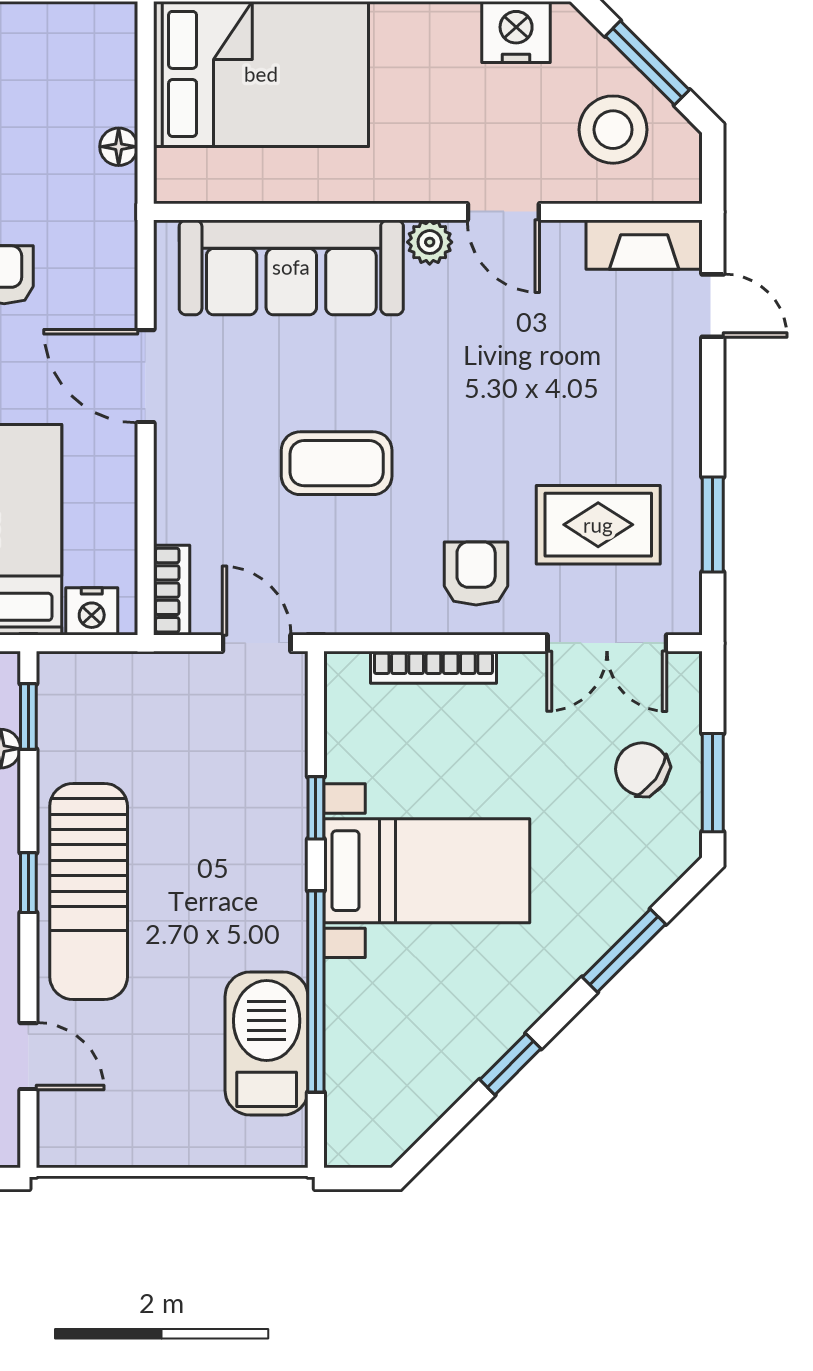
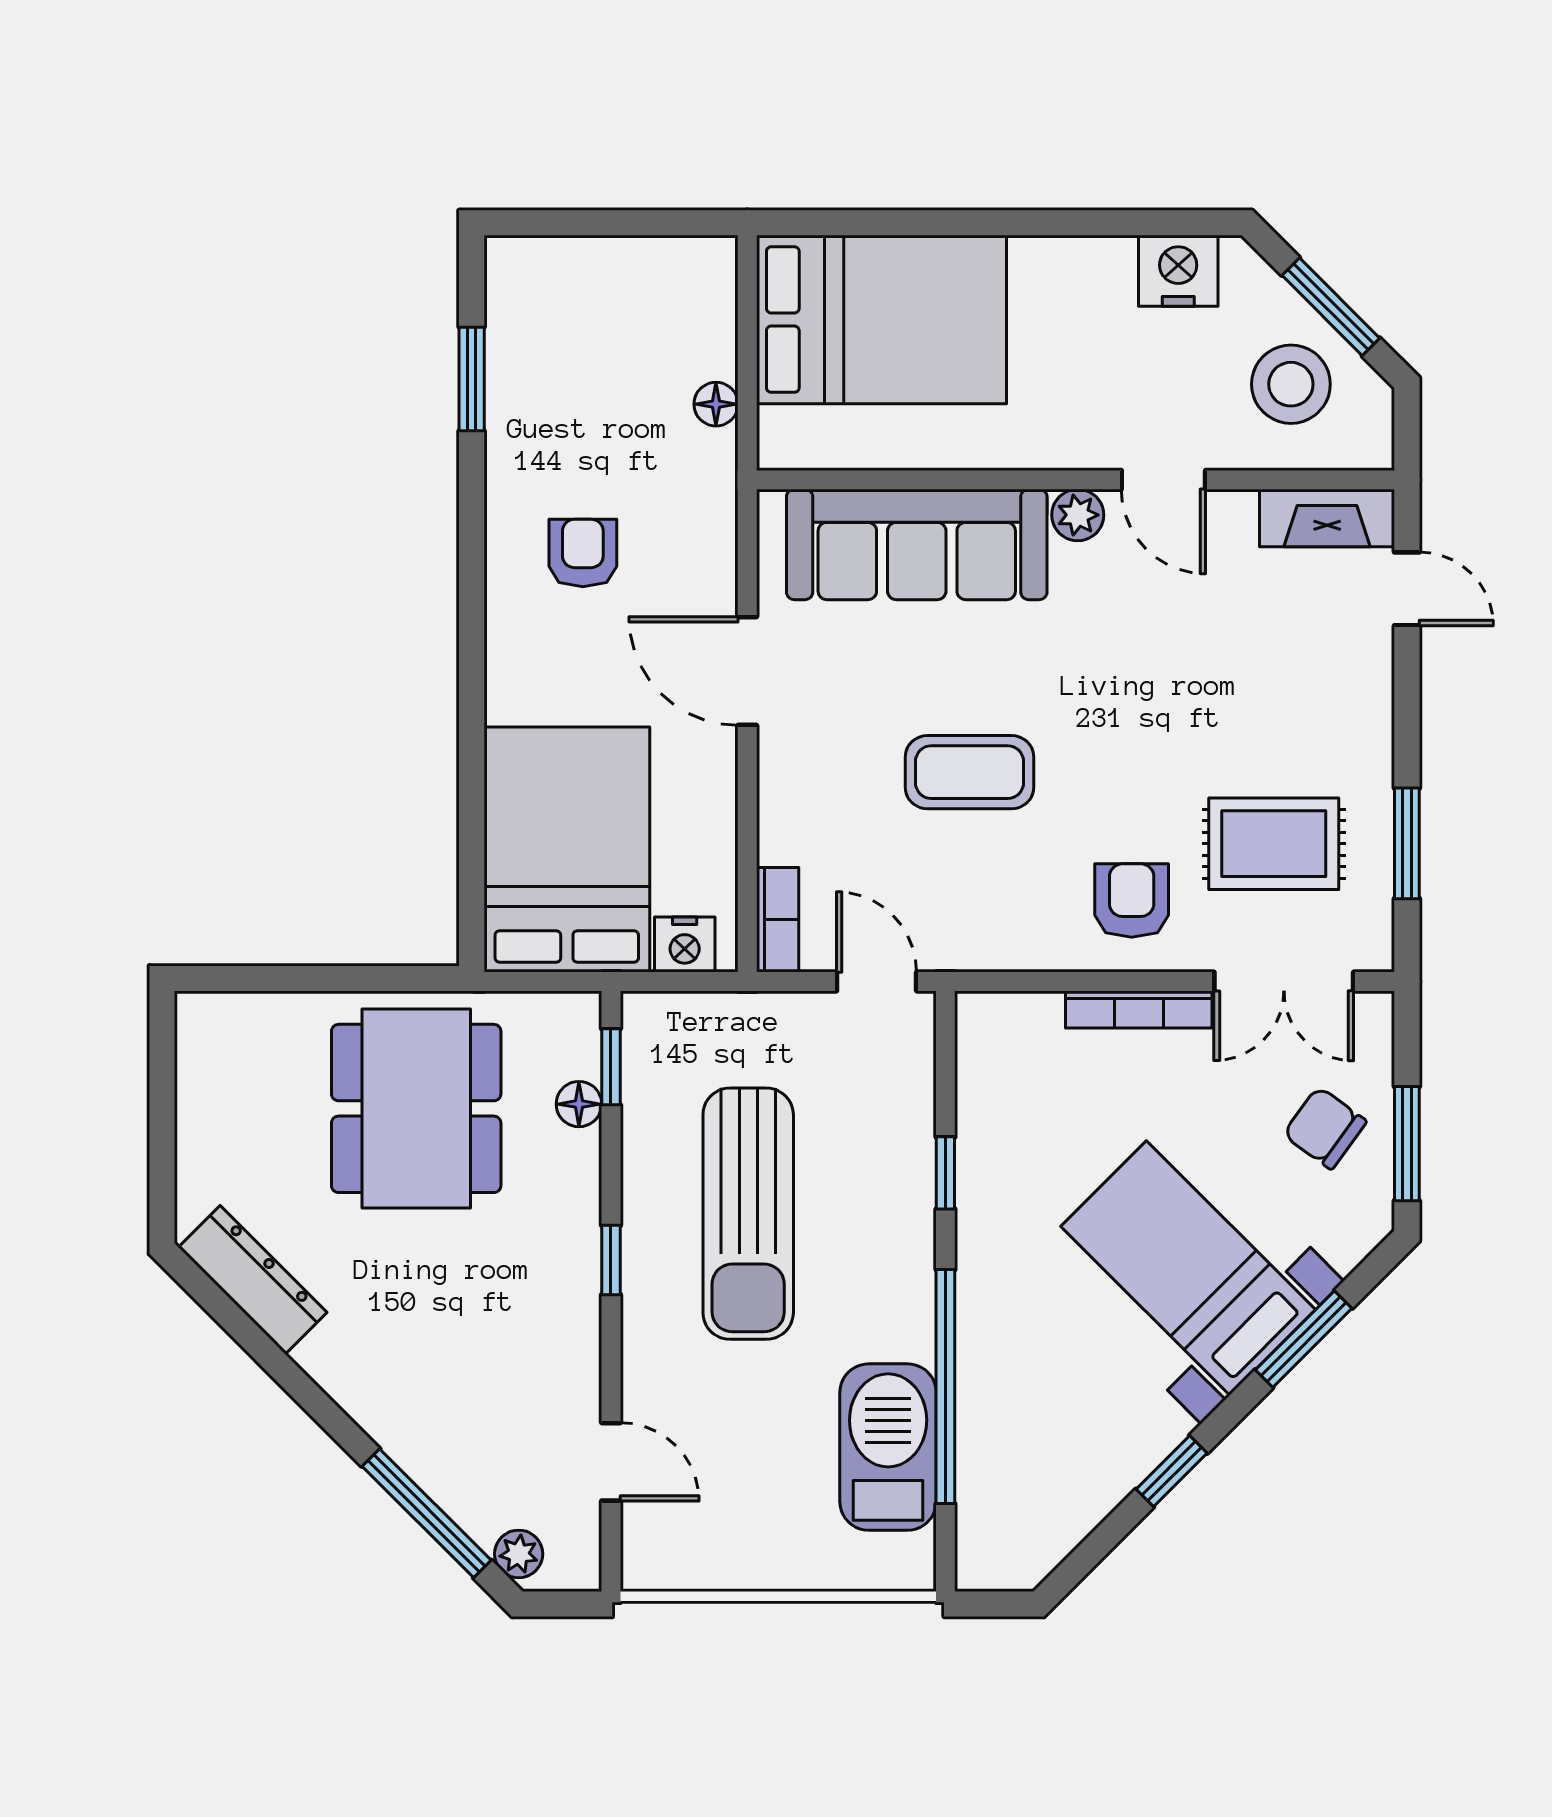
bookcase: (433, 667) -> (1139, 1010), moved
bed with nightstands: (427, 871) -> (1188, 1268), moved, turned -135
sun lounger: (89, 891) -> (748, 1214), moved

